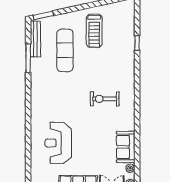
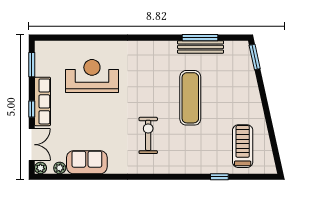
treadmill: (94, 31) -> (243, 146), moved, turned 90
bench: (35, 39) -> (201, 47), moved
exercise mat: (65, 50) -> (190, 98), moved, turned 90

